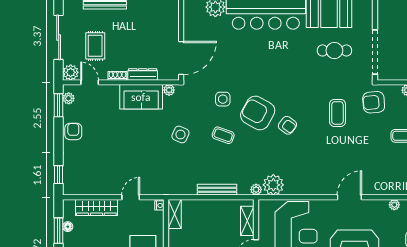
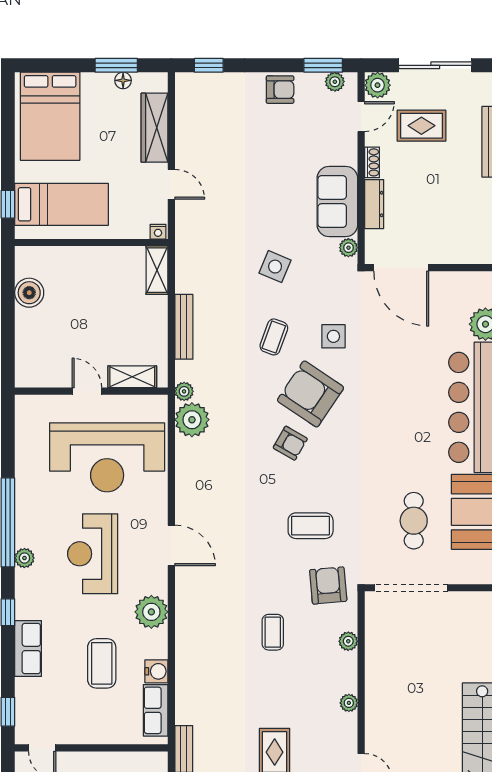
armchair: (258, 113) -> (311, 394), turned -85
armchair: (287, 125) -> (290, 443), turned -97
plant: (394, 205) -> (151, 612), width x1.87, depth x1.87
shelving: (175, 214) -> (157, 270), moved, turned 90

